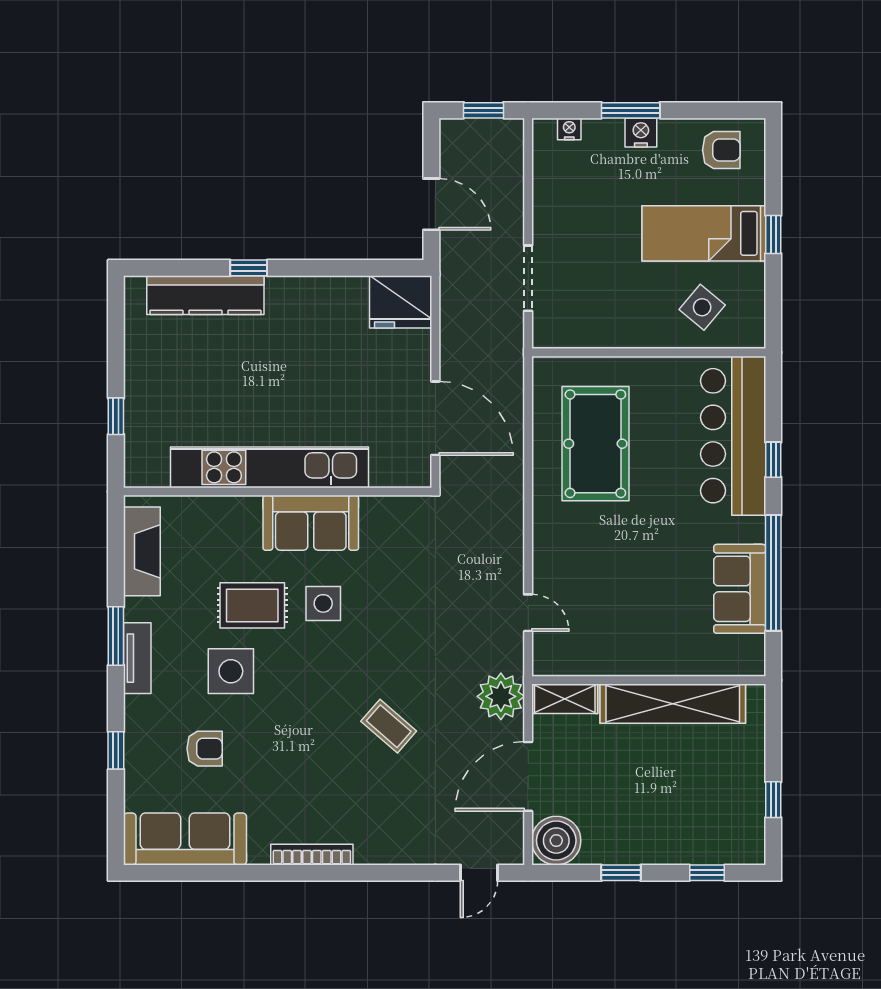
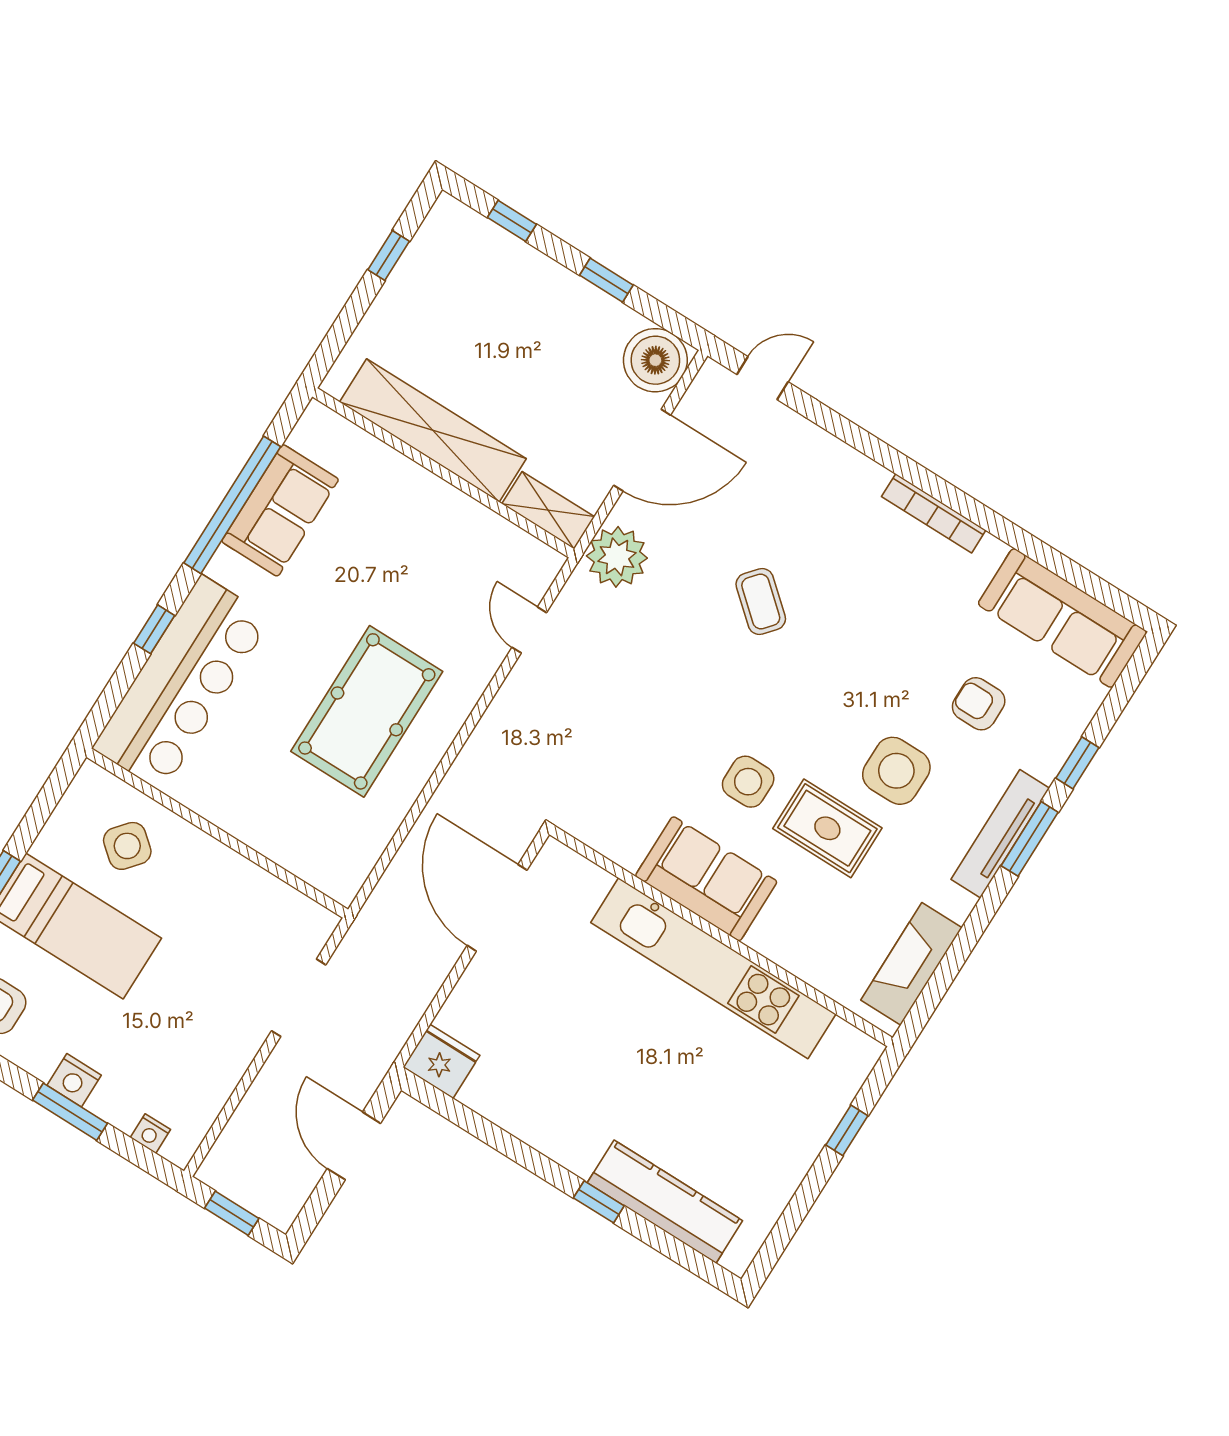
fridge: (401, 302) -> (441, 1061), width x0.73, depth x0.75
pool table: (595, 444) -> (367, 711), moved
window: (116, 636) -> (1030, 839), moved
tv unit: (137, 658) -> (1000, 834), width x1.41

